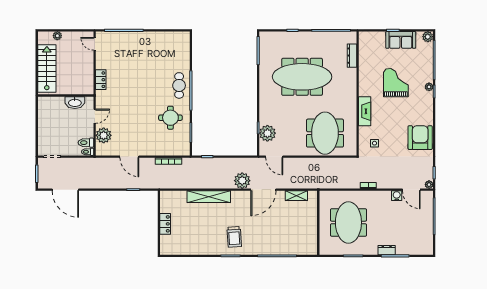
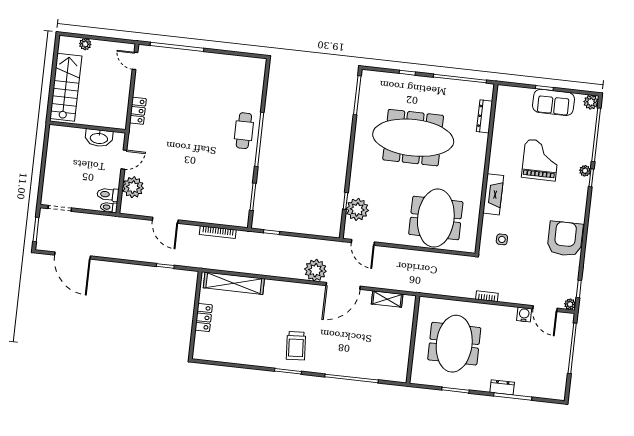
round table: (170, 118) -> (227, 173), removed
shelving: (209, 197) -> (234, 283), moved

